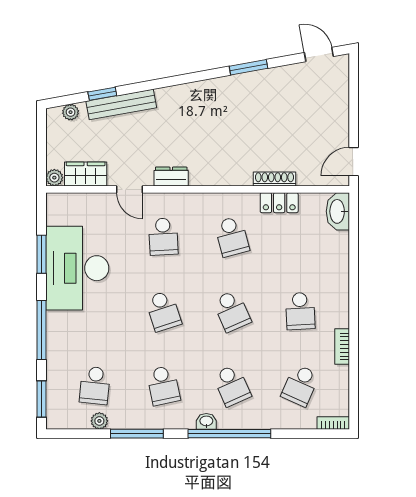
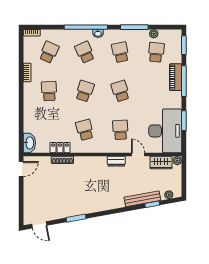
desk: (77, 268) -> (165, 131), moved
school desk: (232, 311) -> (85, 91), turned 42
piano: (57, 338) -> (176, 77), added

